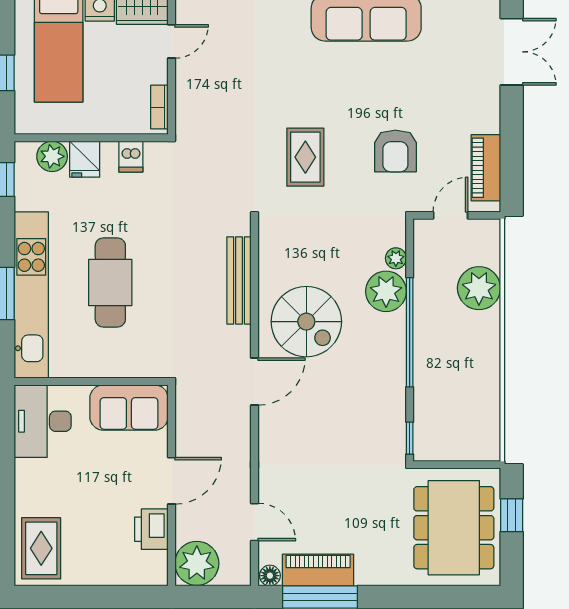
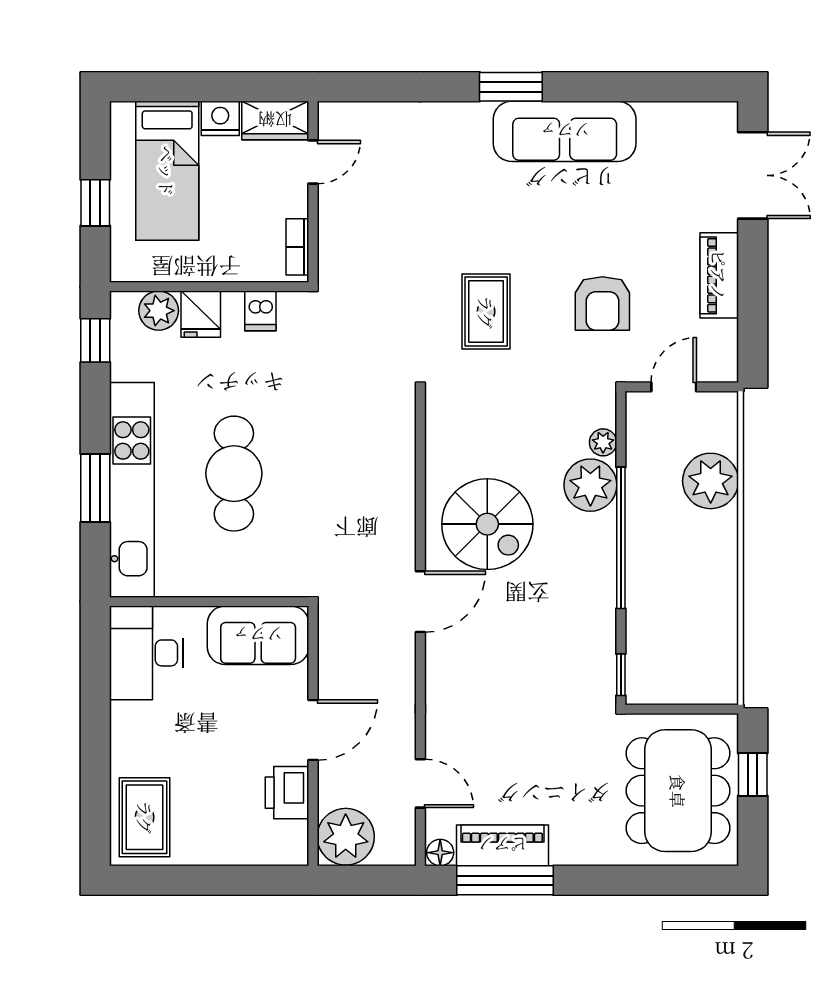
piano: (486, 168) -> (719, 275), moved
bench: (239, 280) -> (400, 471), removed

